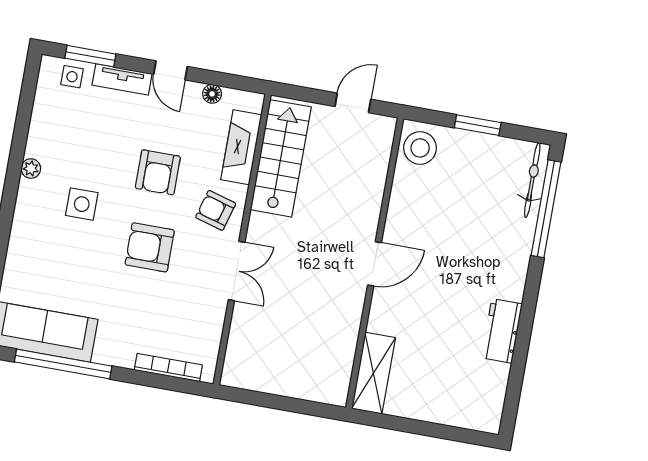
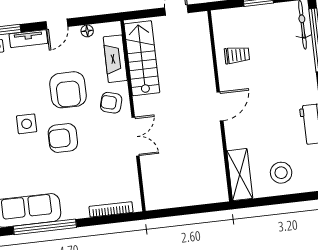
door: (171, 70) -> (57, 24), hinge flipped
stool: (420, 148) -> (281, 173), moved
armchair: (158, 172) -> (68, 90), width x1.36, depth x1.36
trolley: (422, 196) -> (237, 55), added
armchair: (150, 247) -> (63, 138), moved

